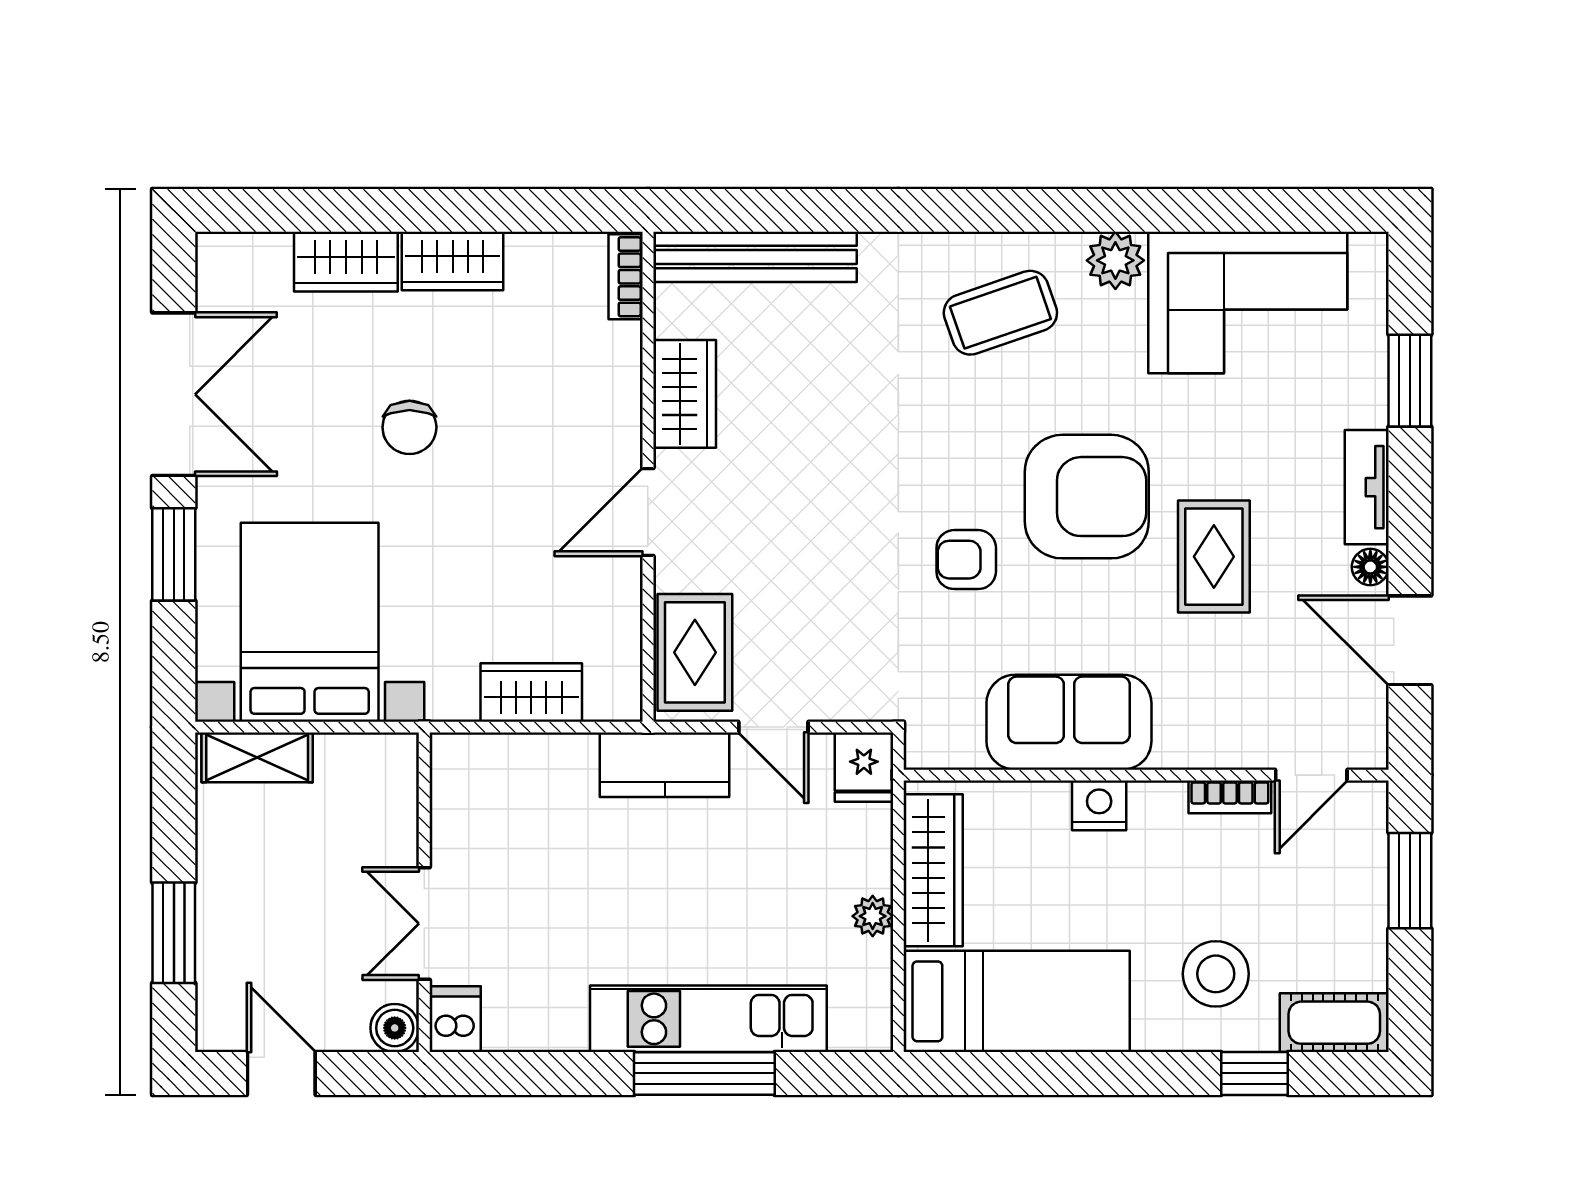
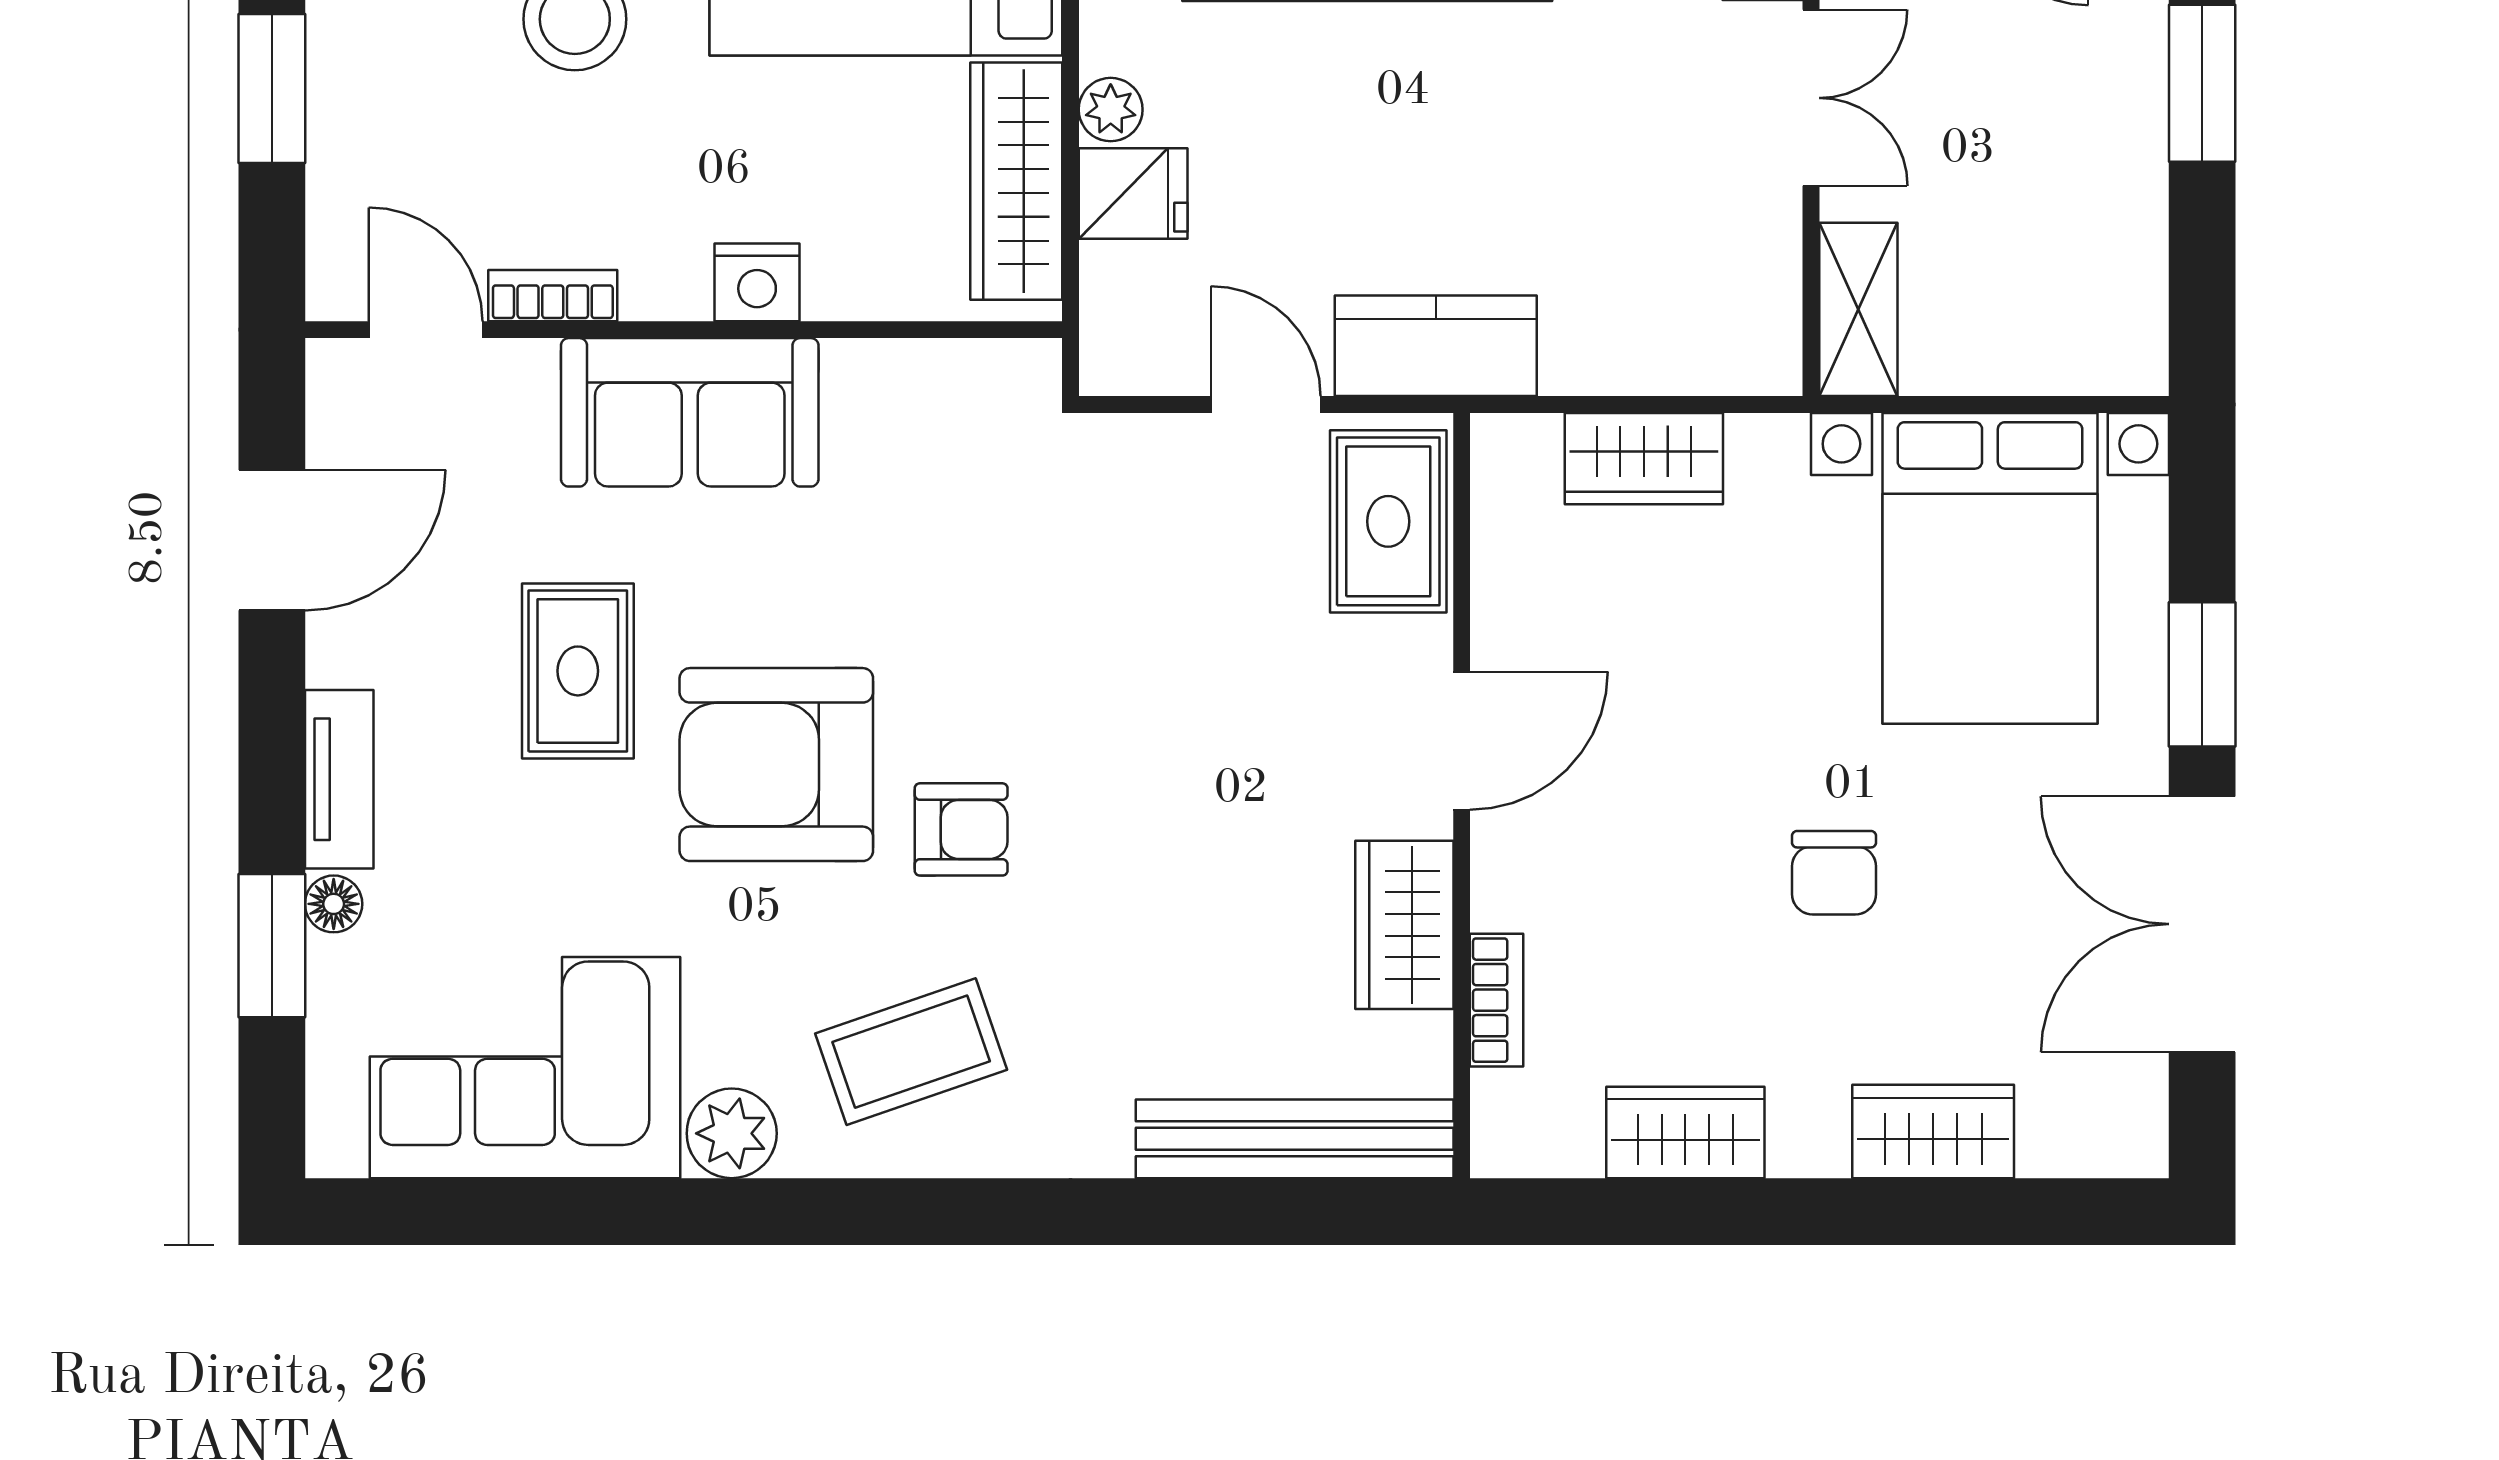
wardrobe: (453, 261) -> (1685, 1132), moved
bookcase: (626, 277) -> (1497, 1000), moved
chair: (409, 427) -> (1834, 873), turned 180
armchair: (966, 560) -> (961, 829), moved
floor lamp: (1370, 567) -> (334, 904), moved
door: (1410, 640) -> (272, 540), hinge flipped
sofa: (1069, 722) -> (690, 412), moved
shelving: (257, 757) -> (1858, 309), moved, turned 90
fridge: (864, 767) -> (1133, 193), moved, turned 90
door: (1311, 775) -> (426, 330), hinge flipped
window: (1410, 881) -> (272, 89), moved

